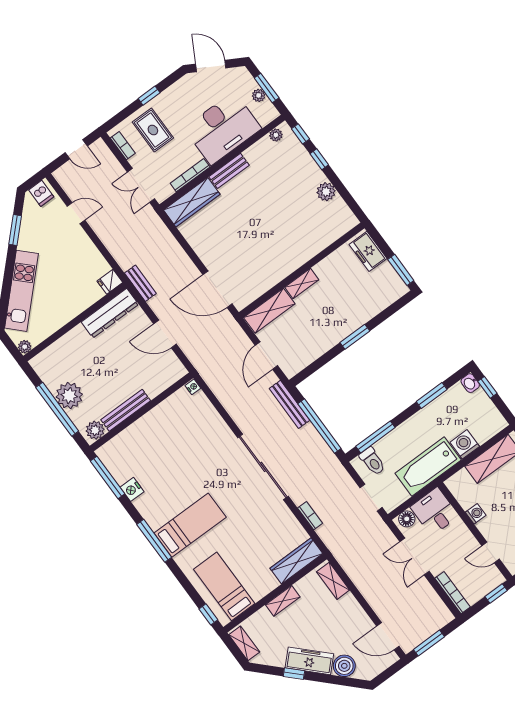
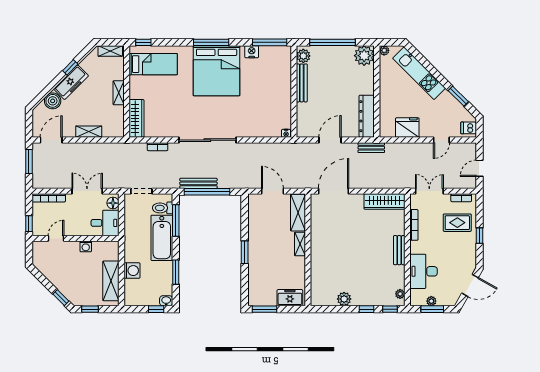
desk: (223, 128) -> (424, 271), width x0.73, depth x0.77
wardrobe: (192, 202) -> (384, 202), moved, turned -90
fridge: (110, 282) -> (407, 128), moved, width x1.88, depth x1.34
plant: (69, 396) -> (364, 56), moved
bench: (289, 404) -> (198, 183), moved
bathtub: (428, 467) -> (162, 238), moved, turned 180
bed: (190, 525) -> (217, 71), width x2.04
shelving: (333, 581) -> (89, 132), moved

